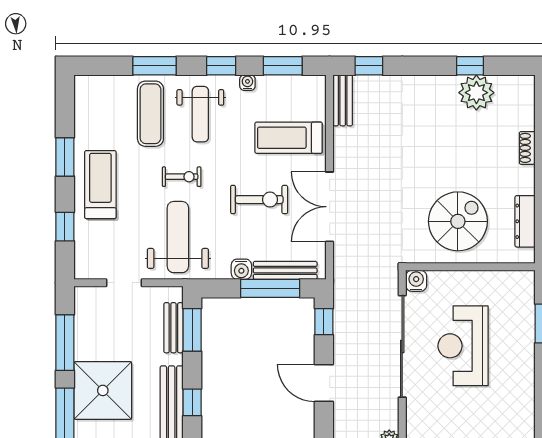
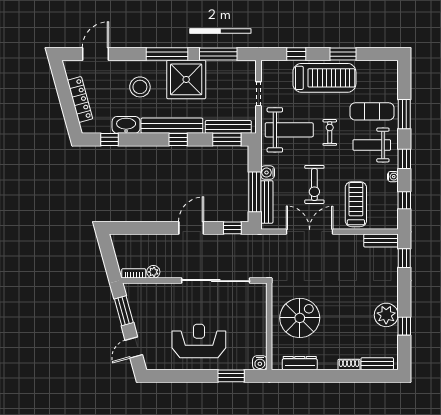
window: (283, 66) -> (404, 200), width x0.67
plant: (476, 93) -> (386, 315), moved
bench: (526, 106) -> (377, 364), added
exercise bike: (182, 177) -> (330, 132), turned 180
treadmill: (100, 185) -> (324, 78), width x1.37, depth x1.38
spiral stairs: (458, 221) -> (300, 318), turned -90
water cooler: (416, 281) -> (260, 363), moved, turned 90
bench: (173, 328) -> (228, 127), width x1.36
reception desk: (463, 346) -> (199, 341), moved

